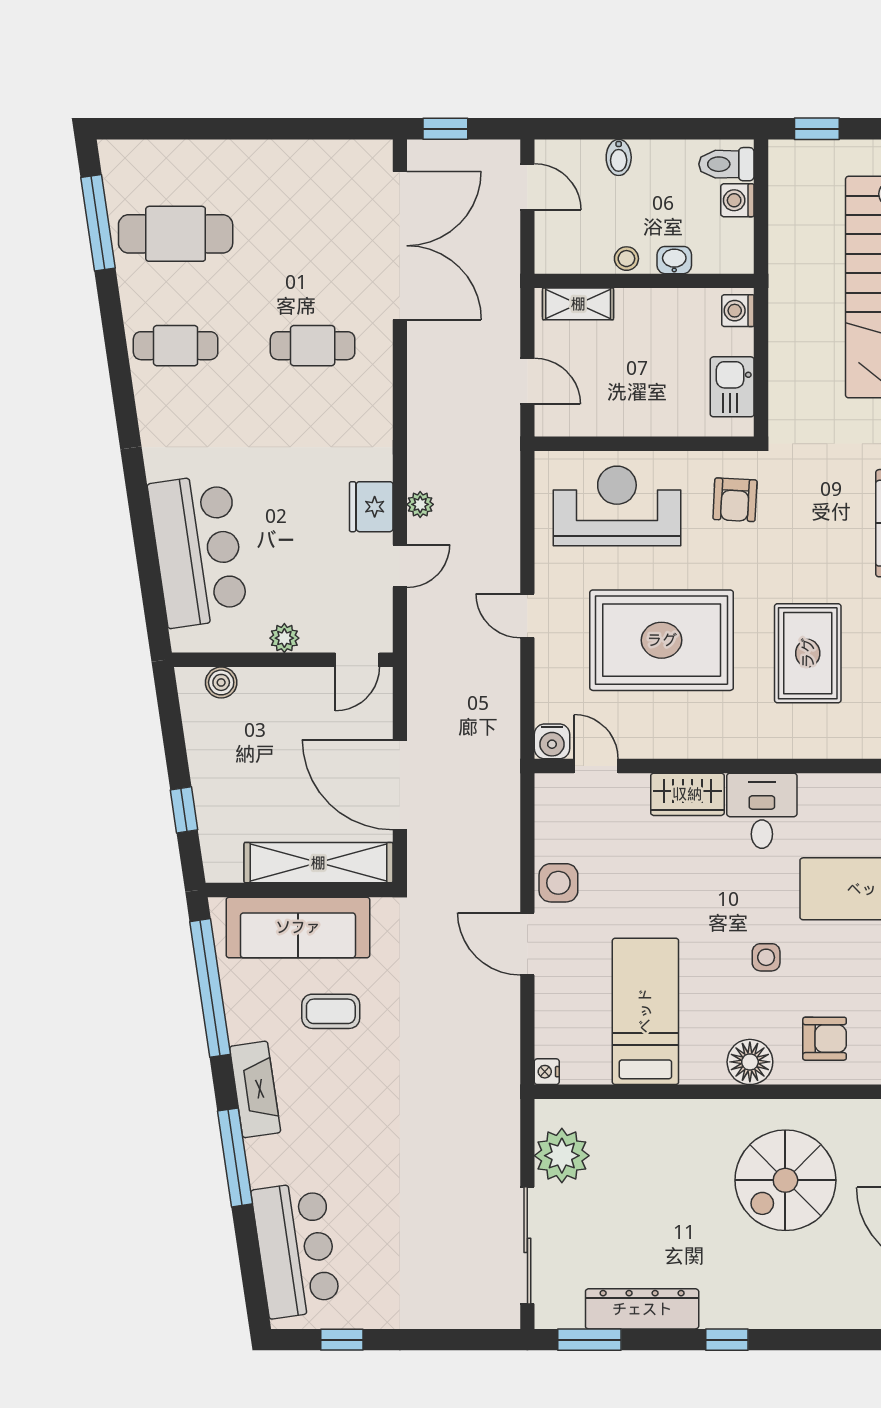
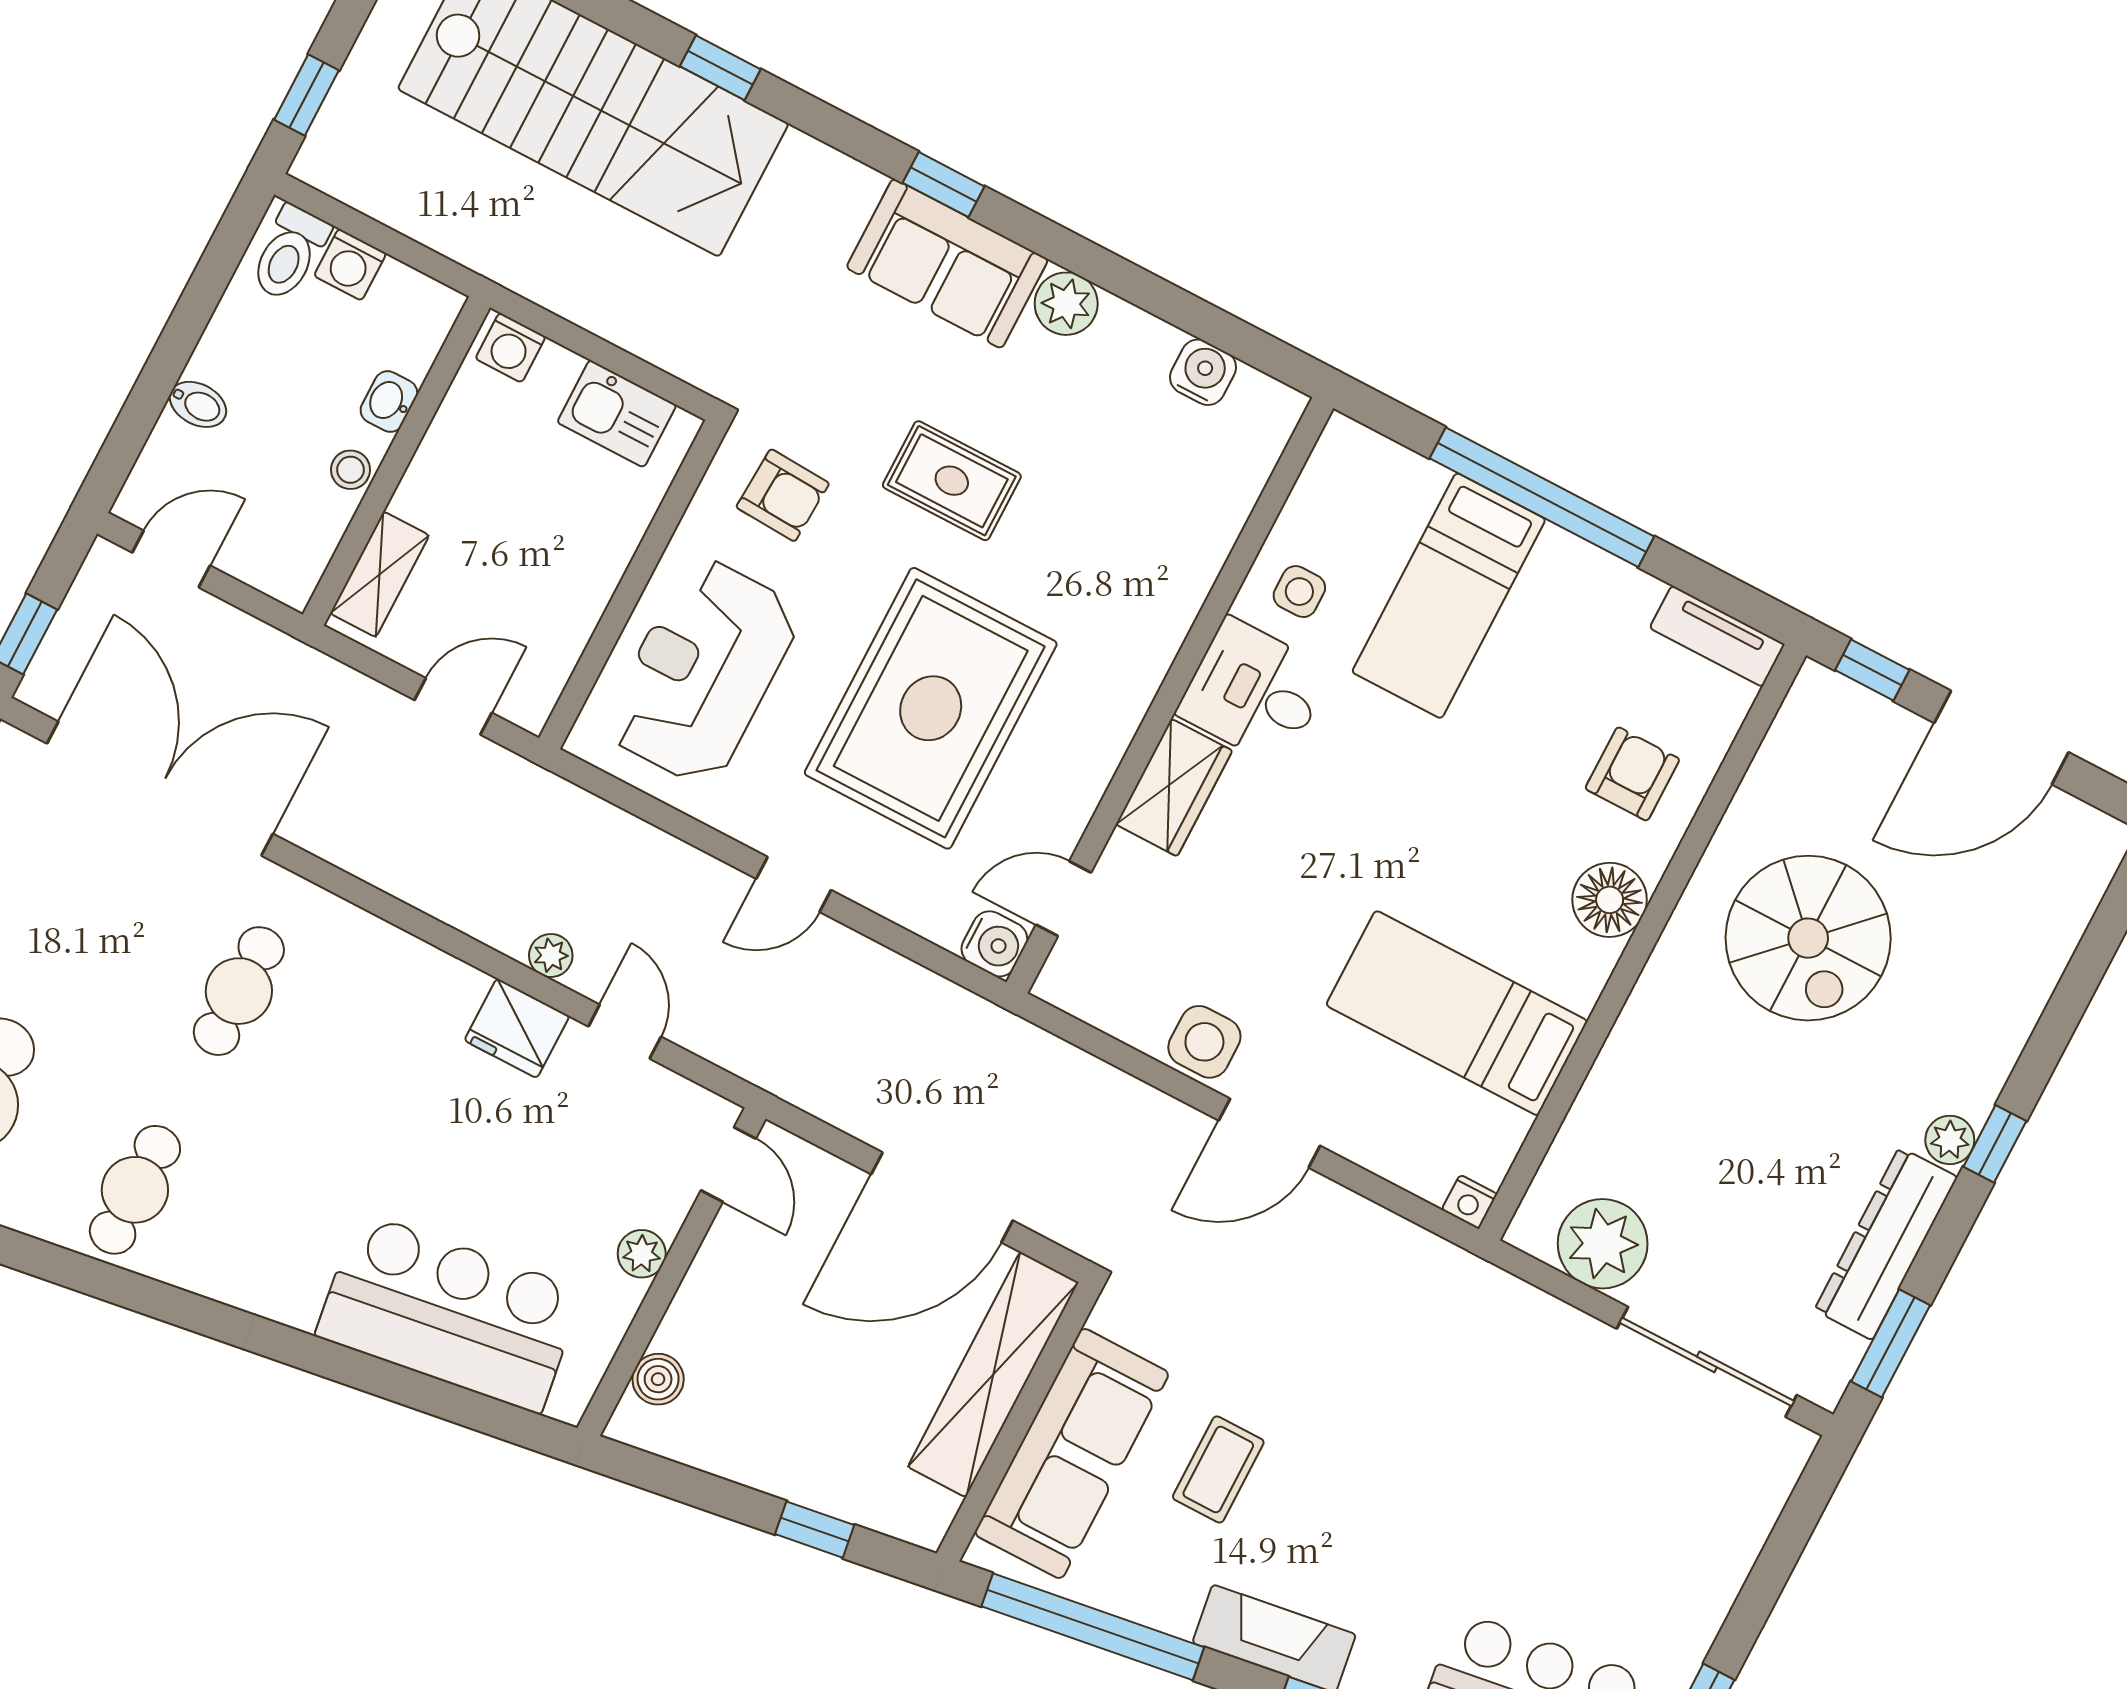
rug: (808, 653) -> (952, 481), moved, width x0.73, depth x0.70
side table: (766, 957) -> (1299, 592), moved
plant: (716, 1314) -> (1950, 1140), added

